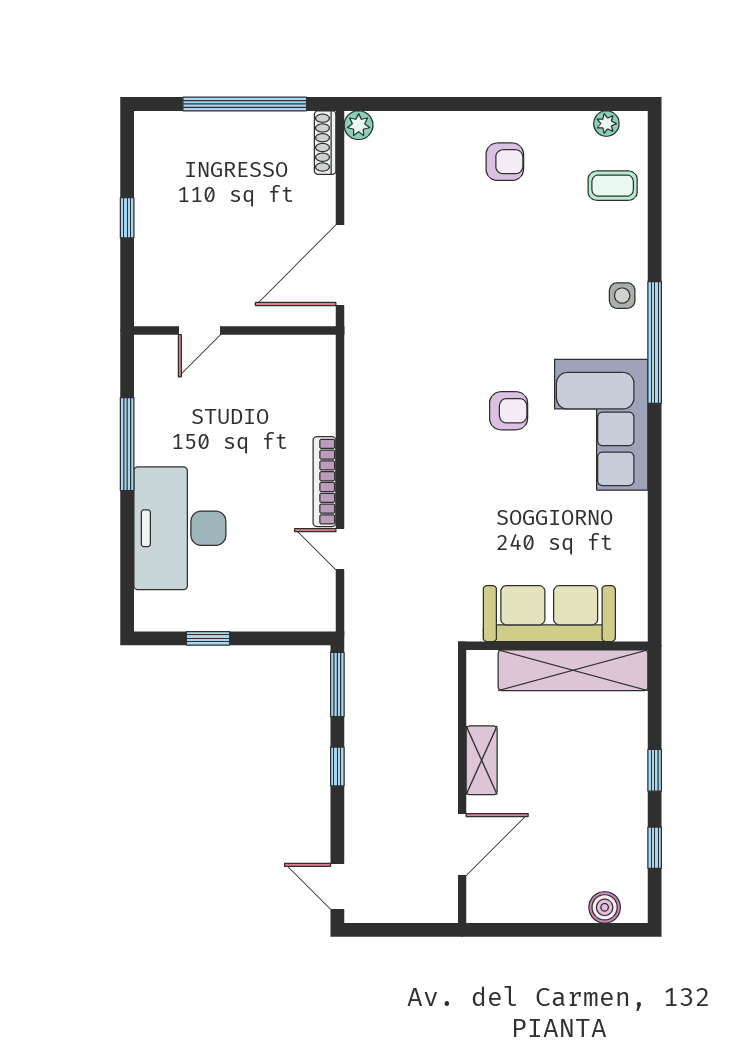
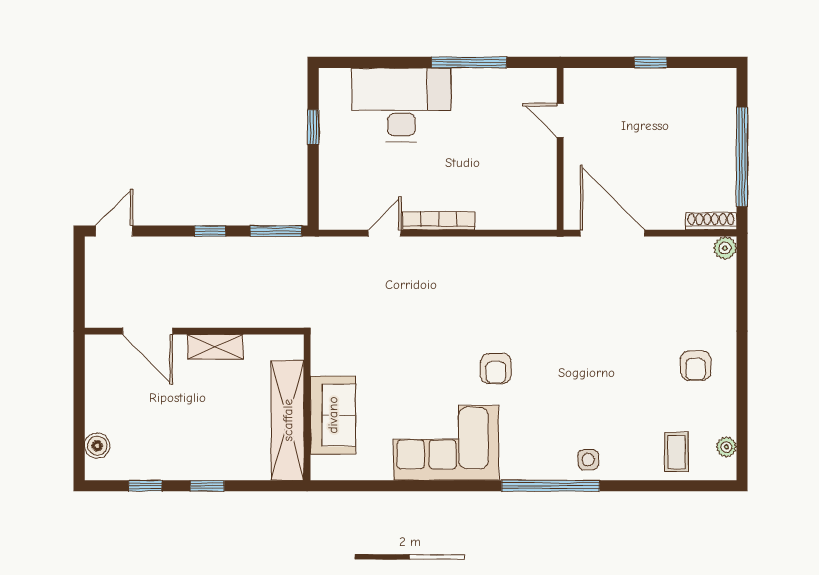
corner sofa: (601, 425) -> (446, 443), moved
sofa: (549, 614) -> (333, 415), width x0.73

